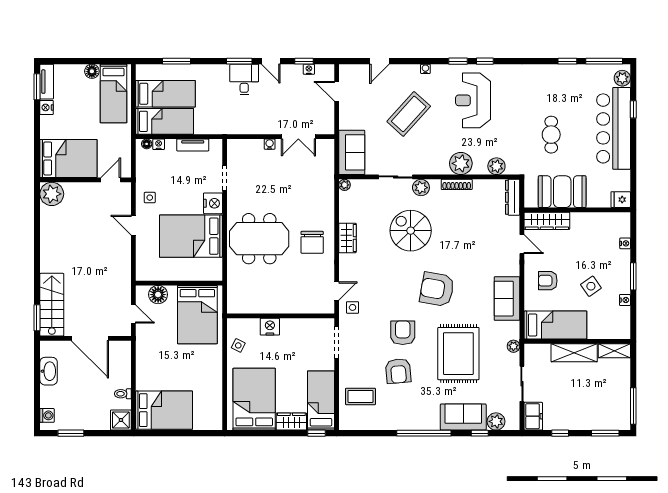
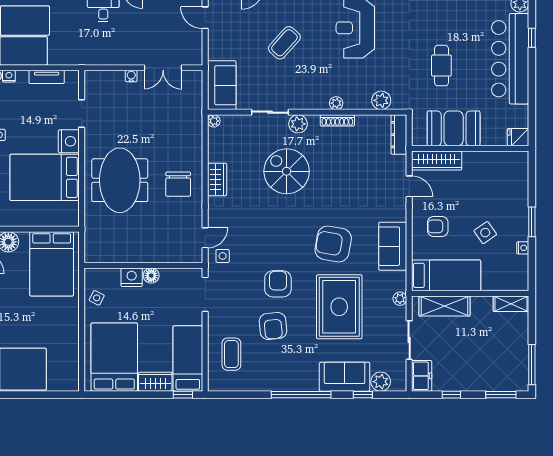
coffee table: (409, 114) -> (284, 43), width x0.73, depth x0.76
plant: (461, 163) -> (336, 103), width x0.53, depth x0.53
meeting table: (259, 239) -> (120, 180), turned 90
nightstand: (625, 243) -> (523, 185), removed
armchair: (437, 289) -> (333, 244), moved
floor lamp: (288, 325) -> (151, 276), added
shelving: (574, 353) -> (445, 306), moved
coffee table: (360, 396) -> (231, 354), turned 90

